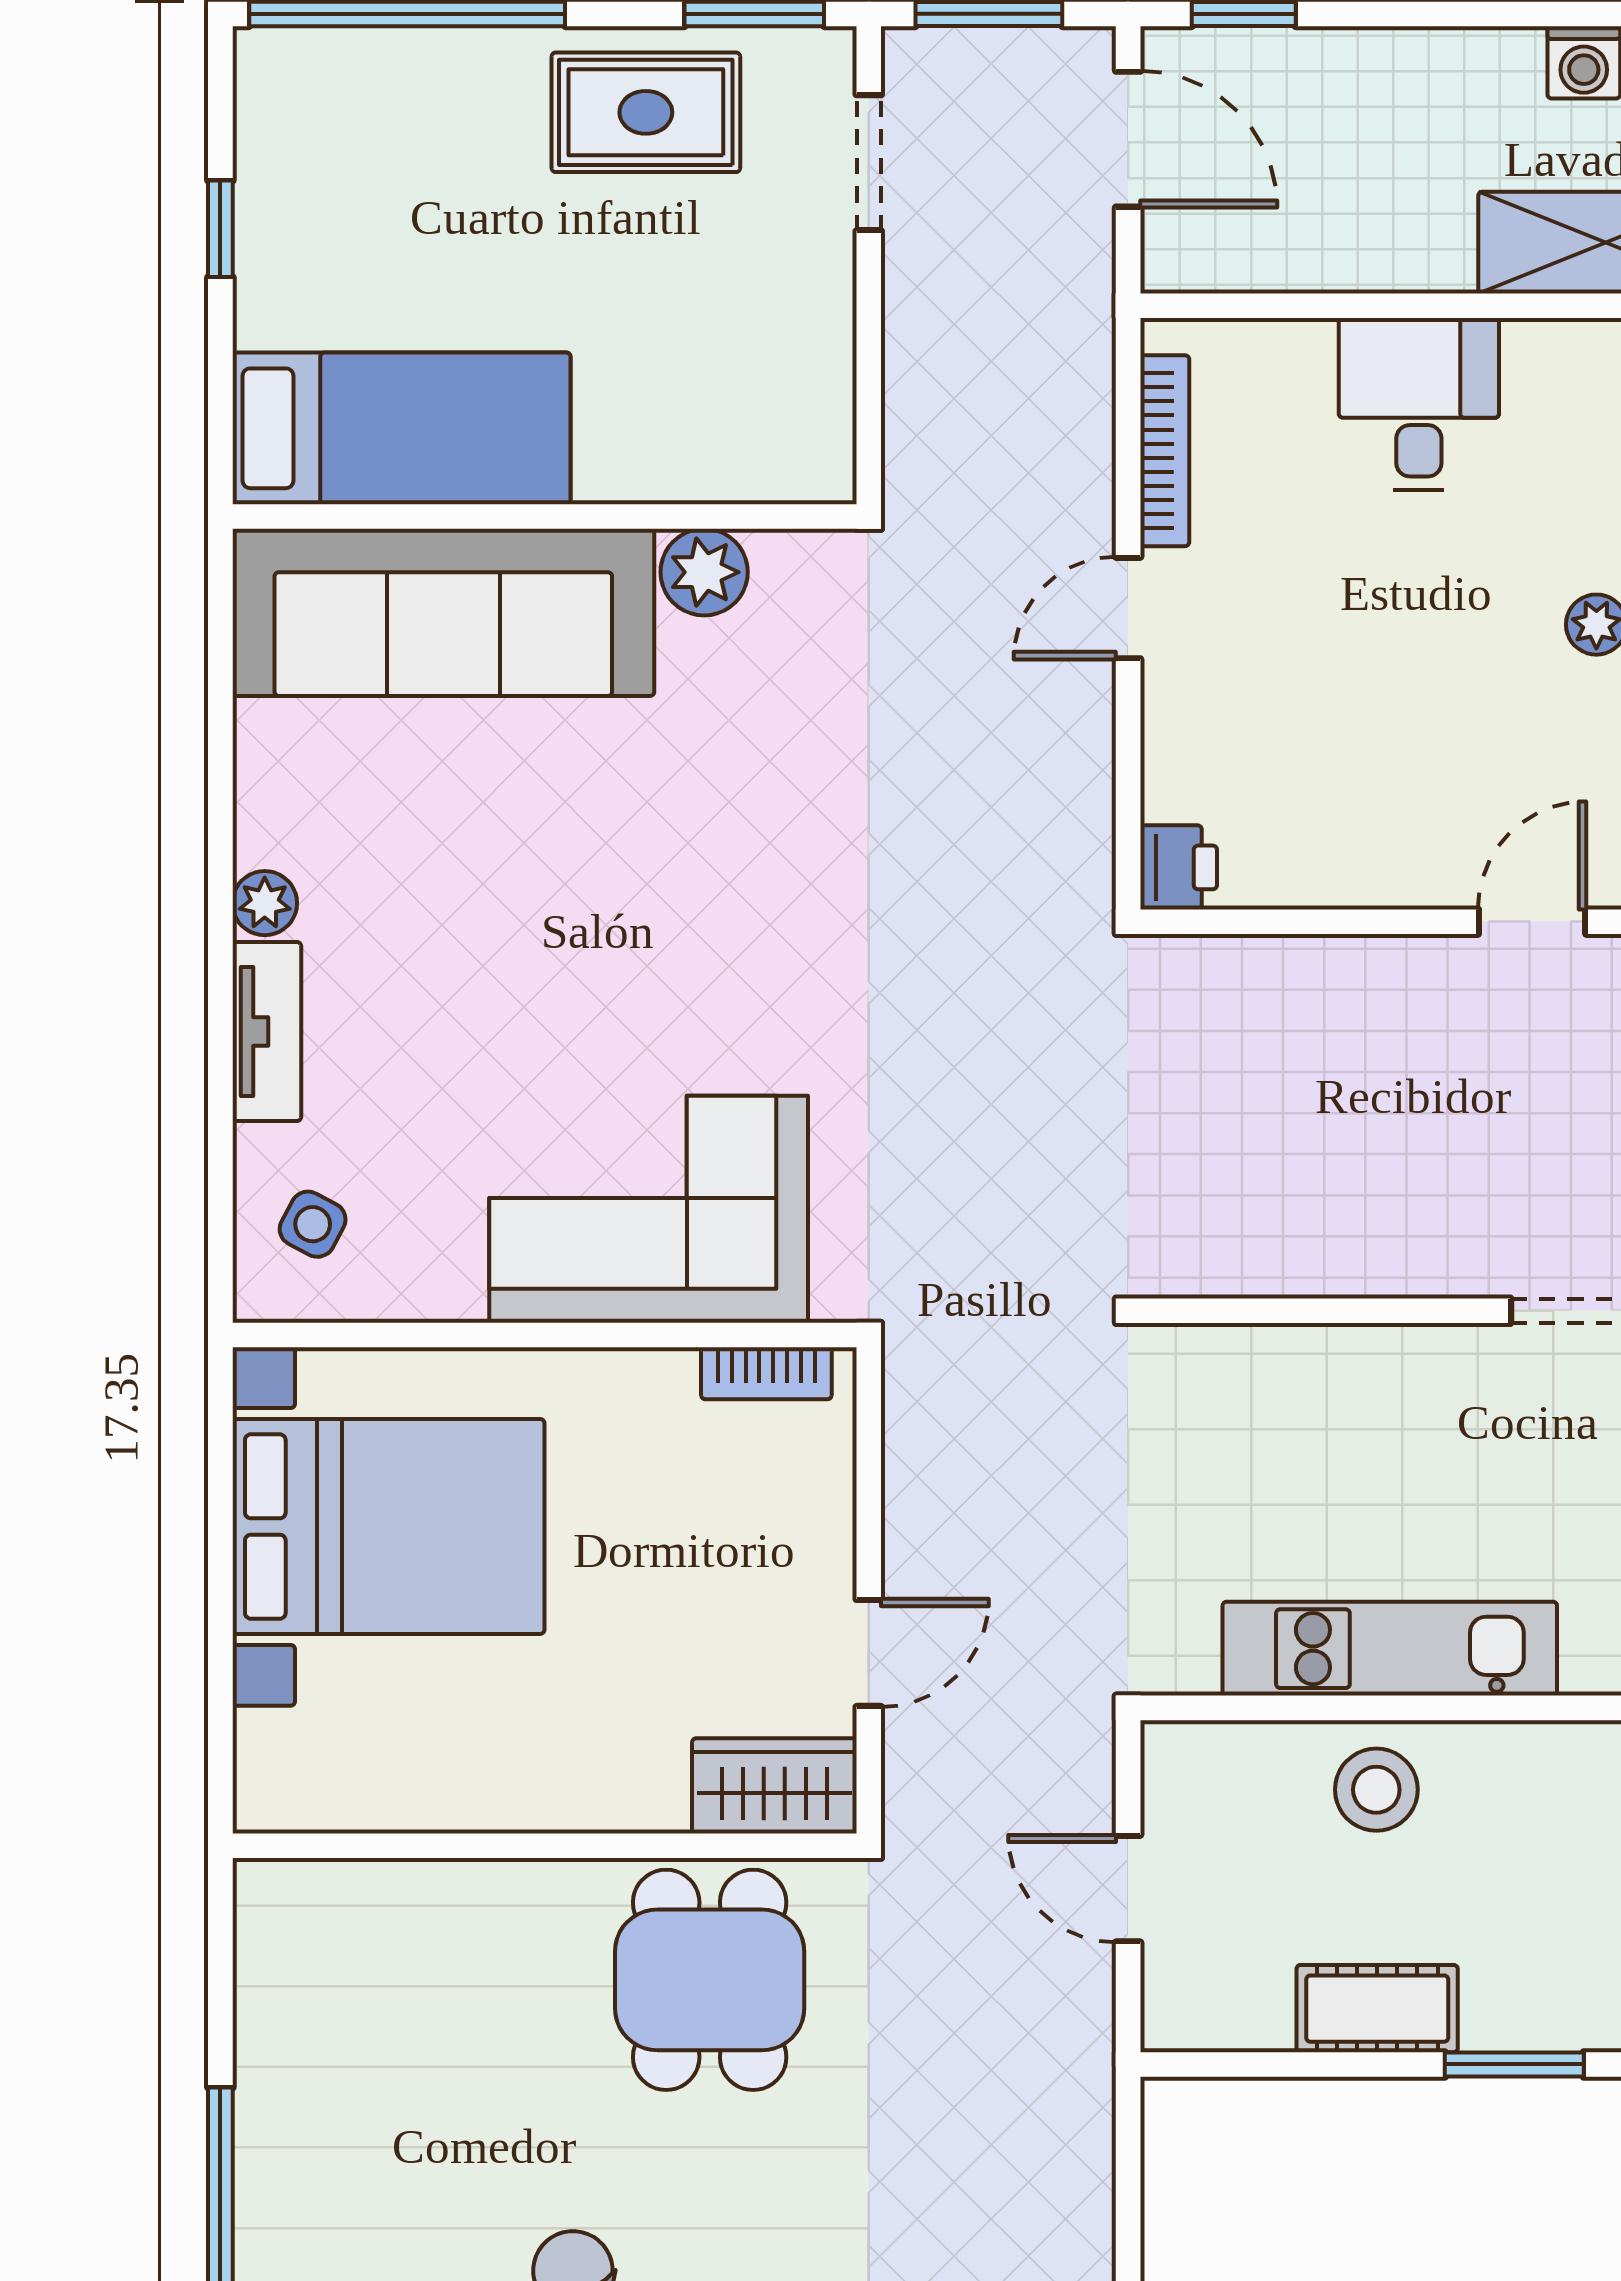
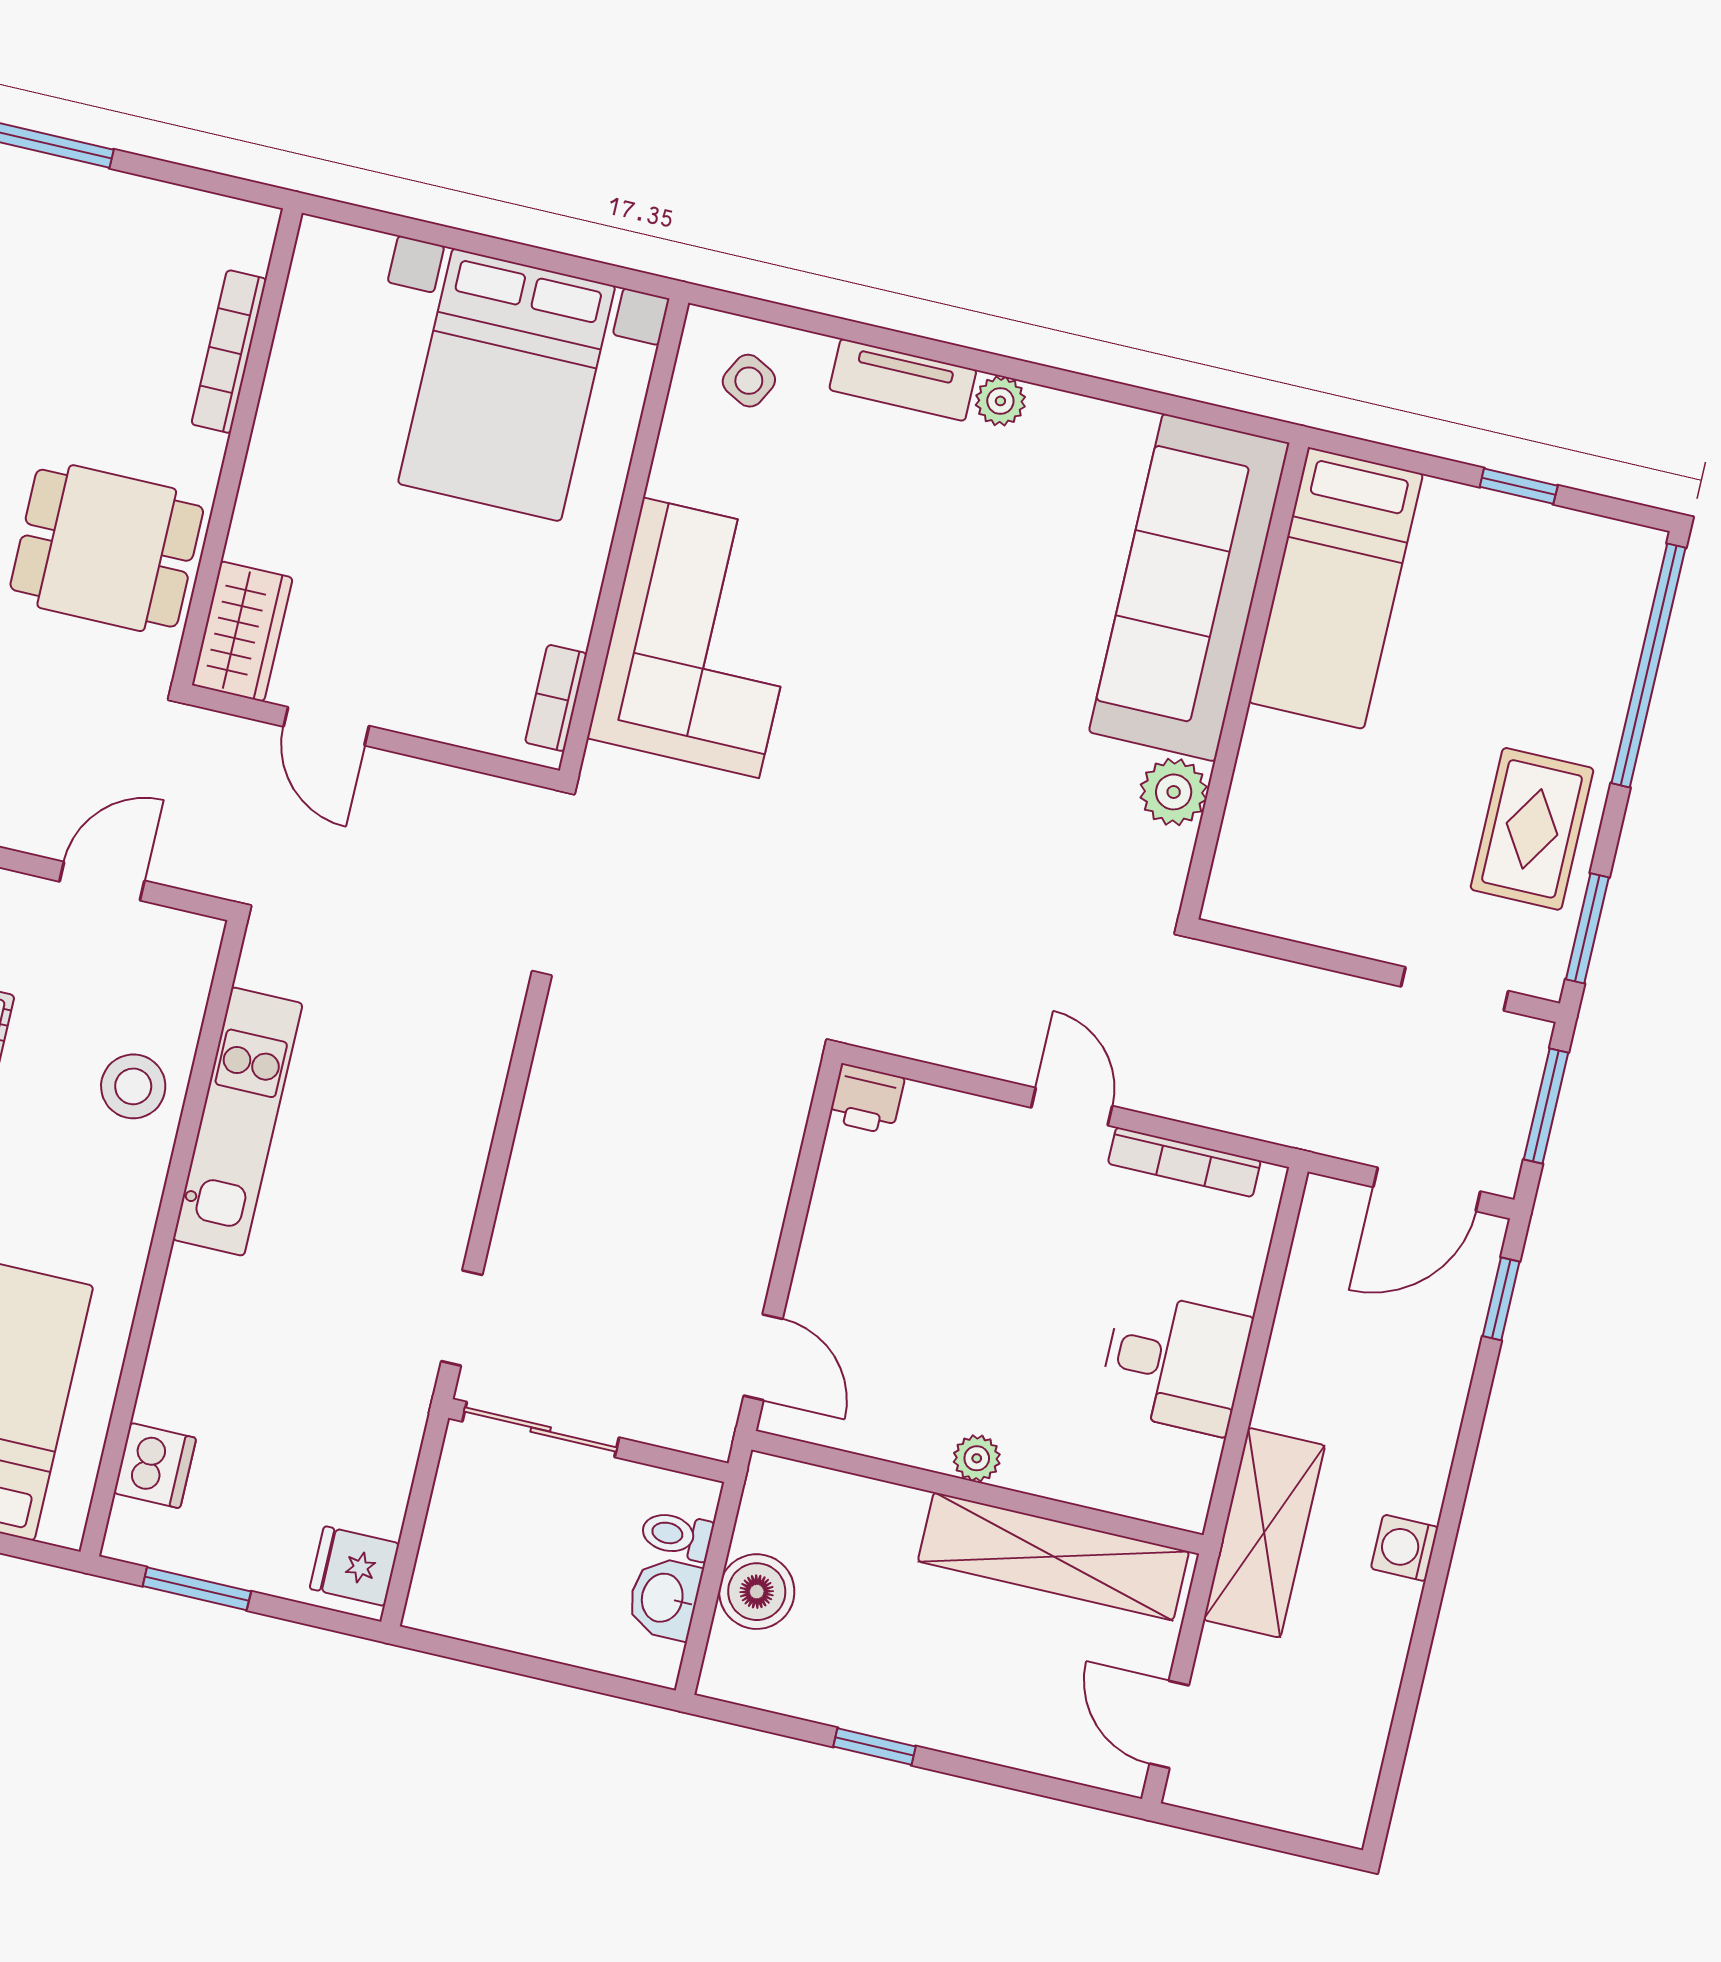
bookcase: (428, 1884) -> (229, 352), added

